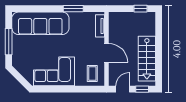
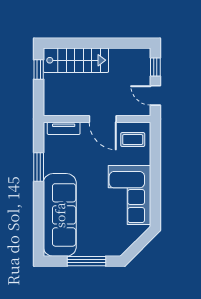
door: (106, 53) -> (103, 119), swing flipped
stairs: (147, 59) -> (76, 60), moved

